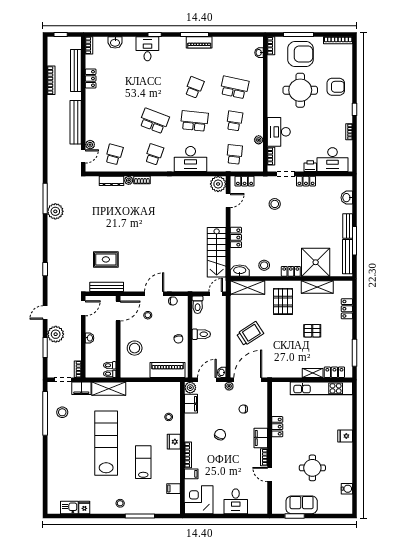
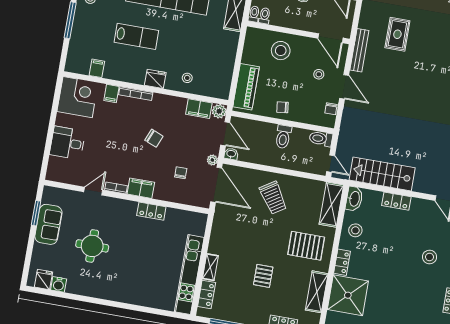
bench: (107, 287) -> (359, 50), moved
fridge: (345, 436) -> (43, 280), moved

